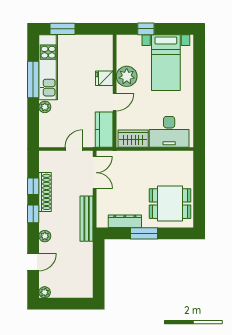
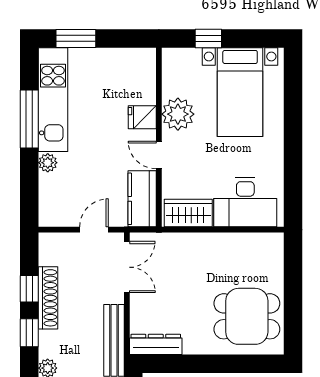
door: (115, 102) -> (159, 155), swing flipped
dresser: (125, 221) -> (156, 344), moved
window: (144, 233) -> (205, 364), removed

